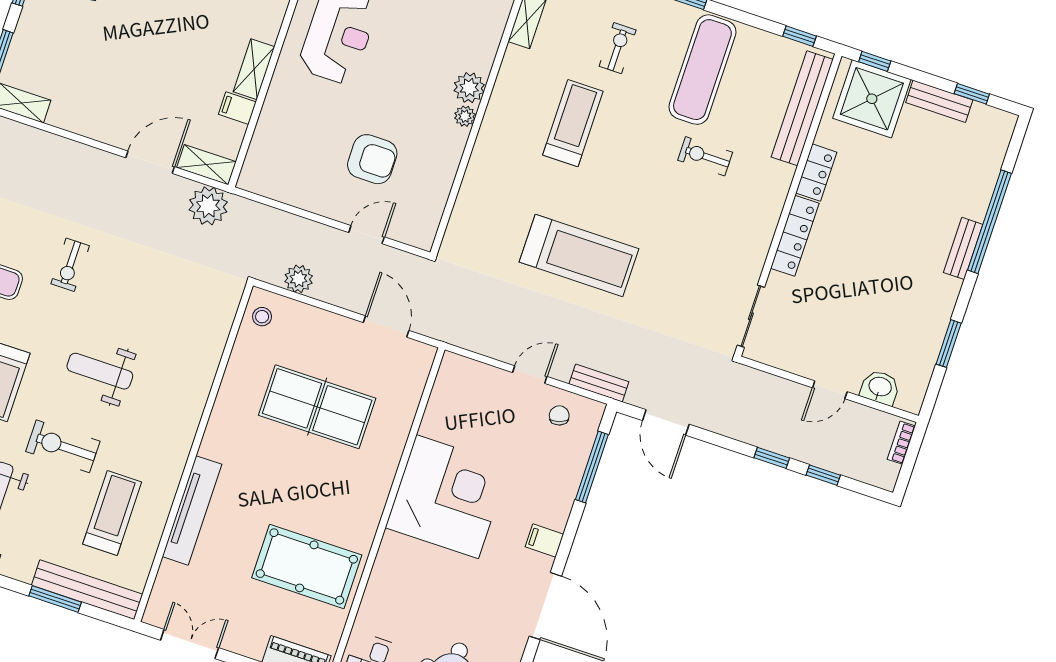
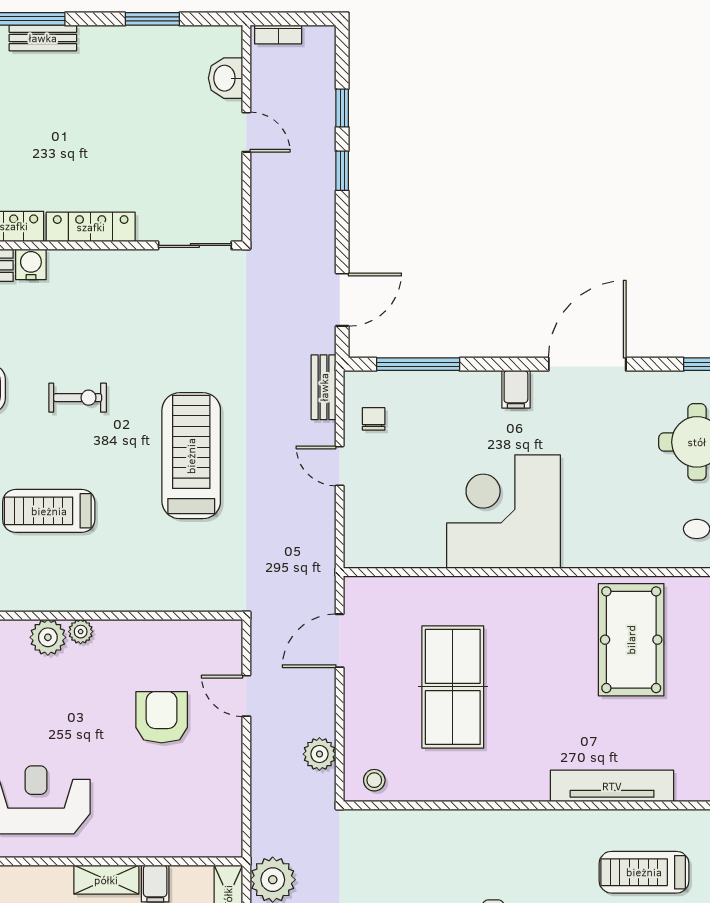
exercise bike: (705, 156) -> (78, 398), moved, turned -90
water cooler: (780, 176) -> (31, 264), added
chair: (559, 415) -> (374, 419), turned 108

